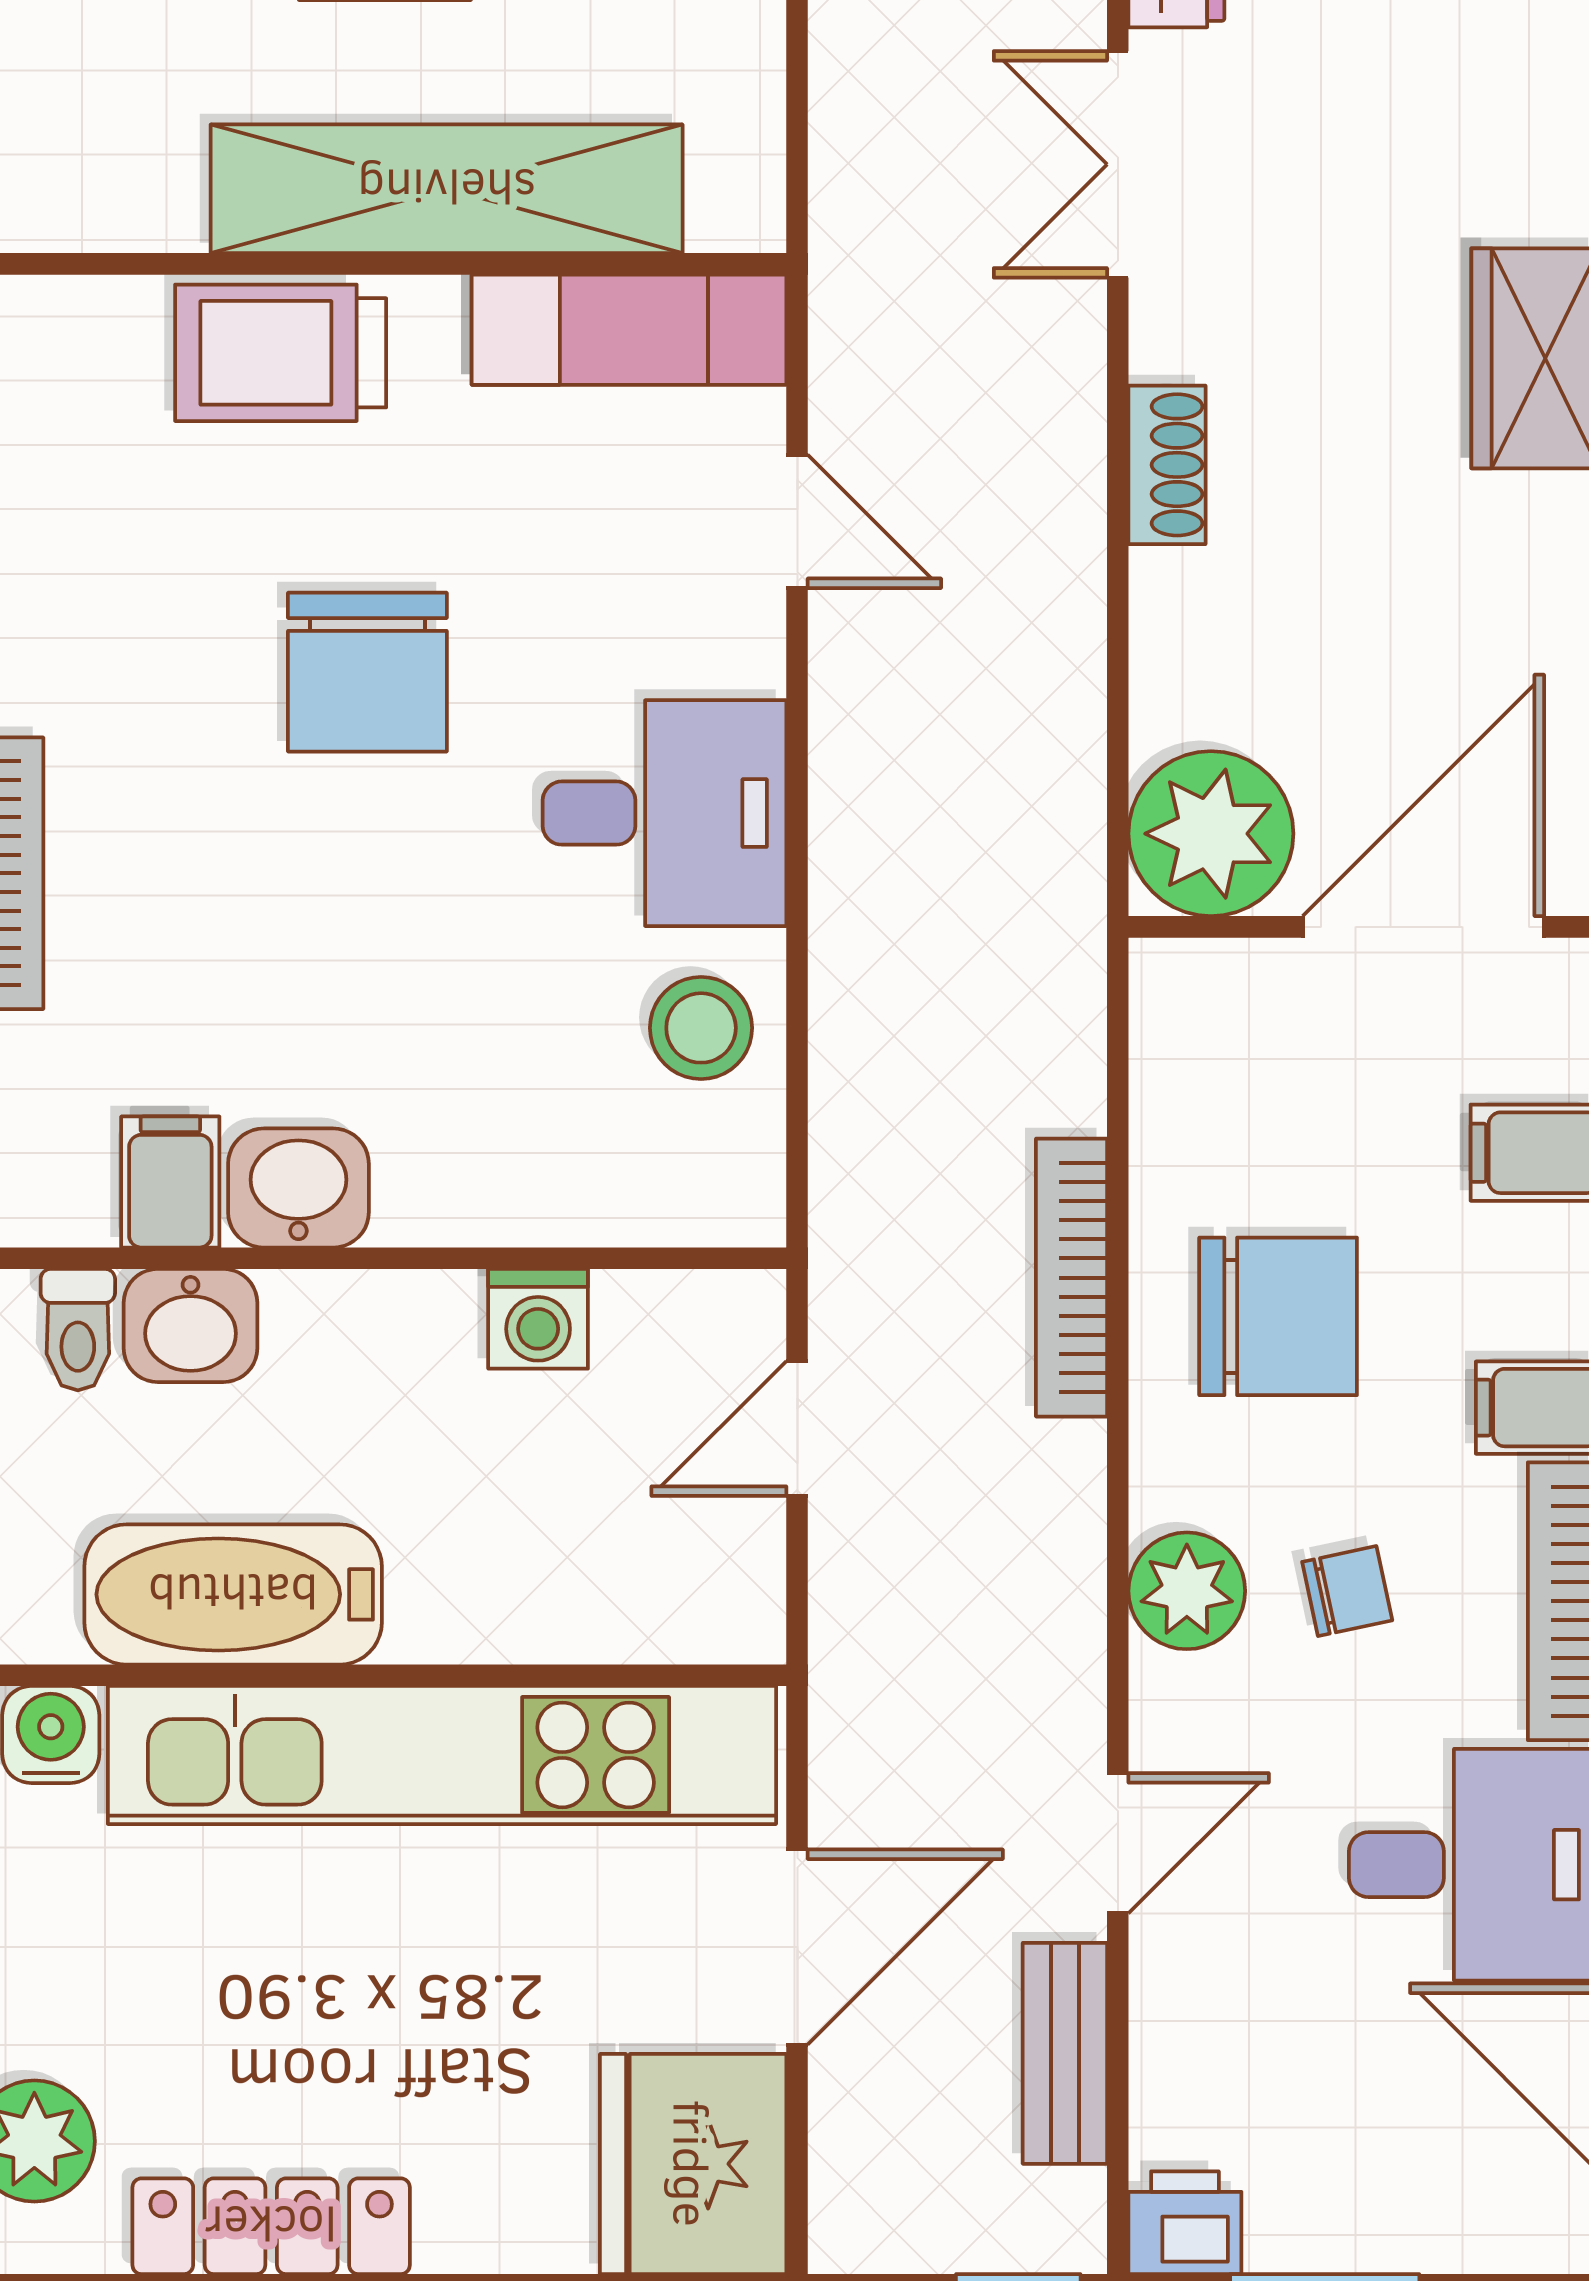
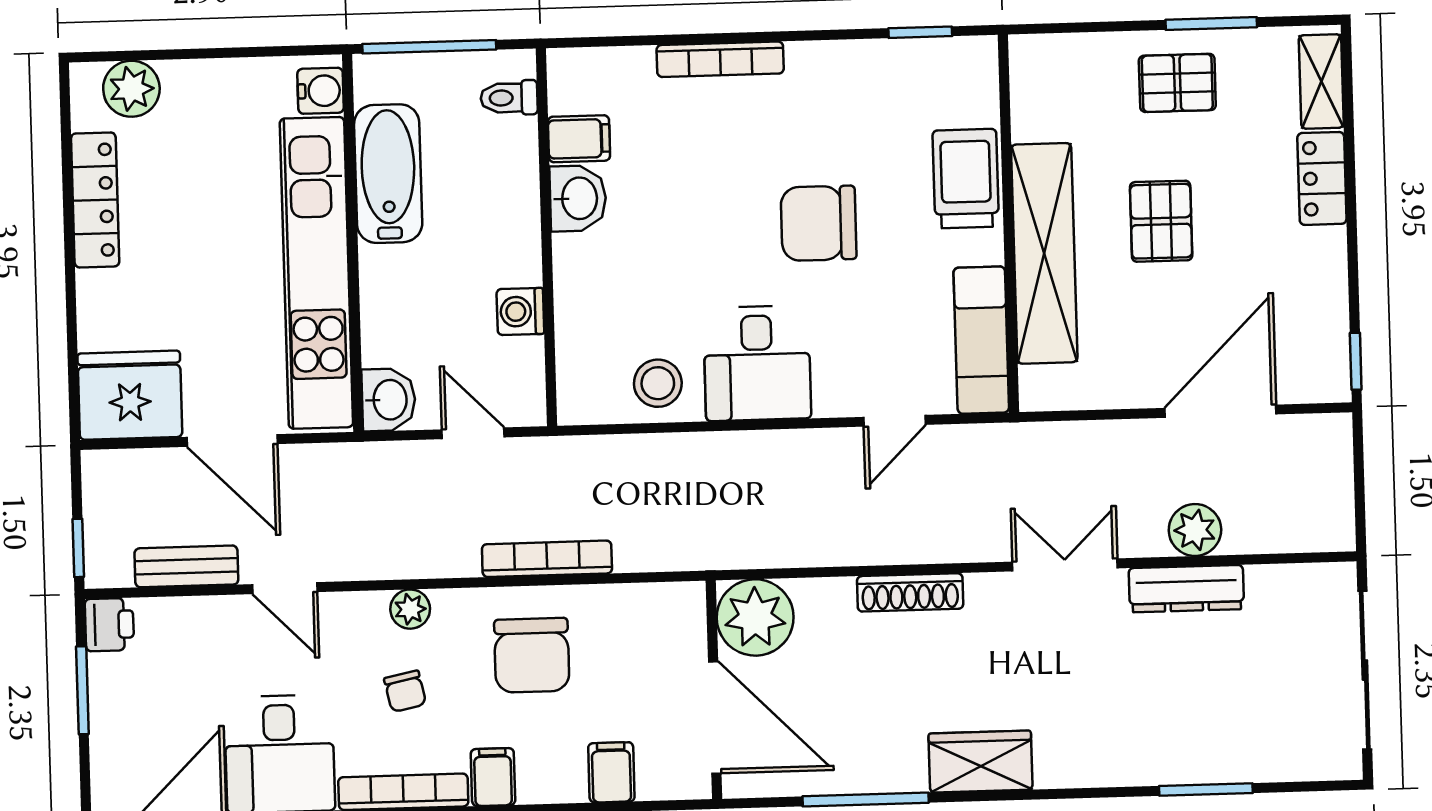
shoe rack: (1167, 465) -> (910, 592), width x1.43
washbasin: (191, 1326) -> (389, 400), moved, turned 180
plant: (1187, 1591) -> (410, 609), width x0.73, depth x0.73

